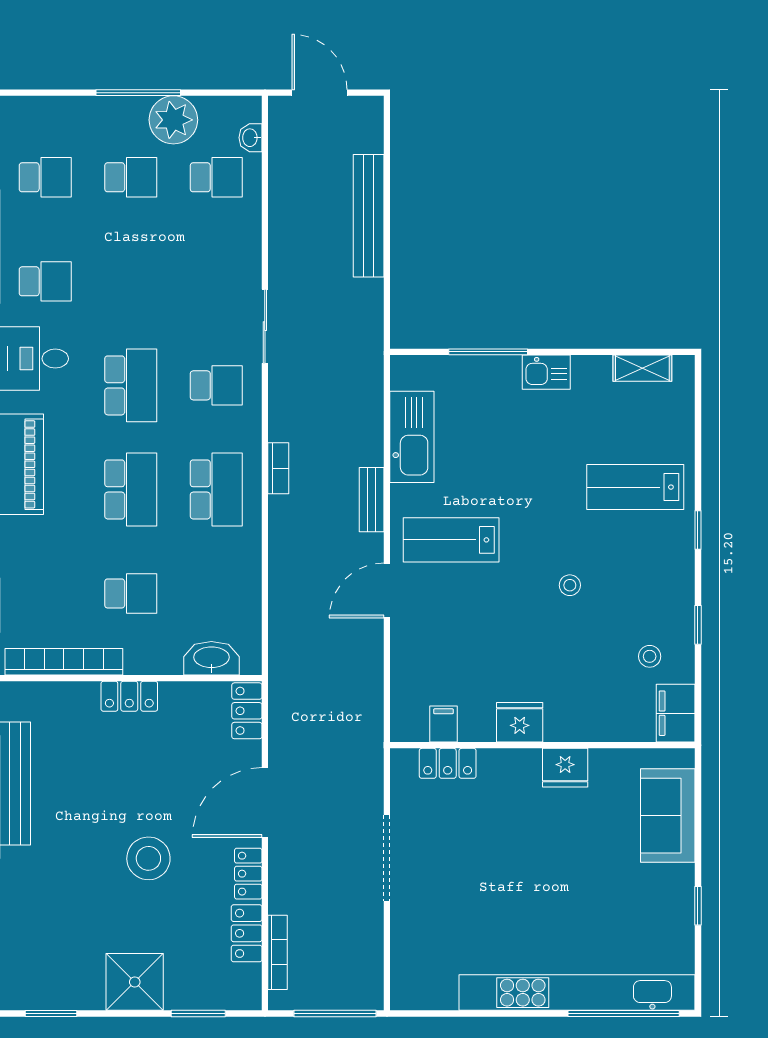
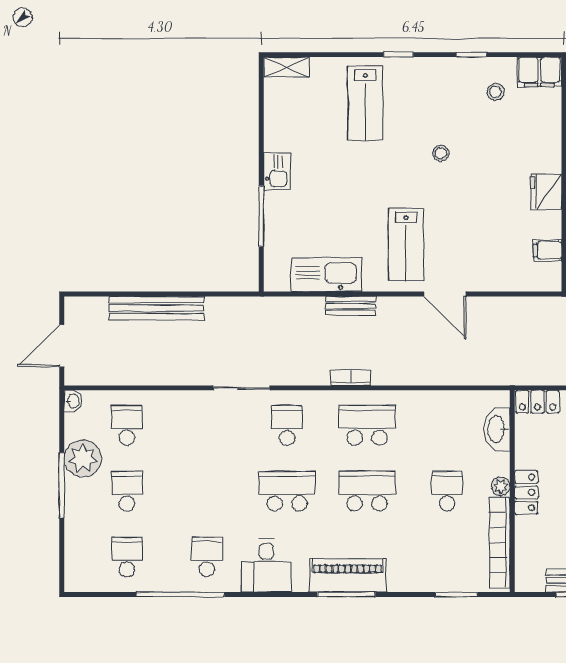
washbasin: (251, 138) -> (73, 401), moved, turned -90
shelving: (642, 368) -> (286, 67), moved, turned 90
bench: (372, 500) -> (351, 306), moved
plant: (137, 663) -> (501, 486), added

